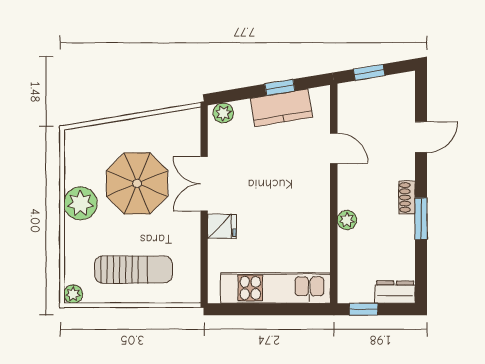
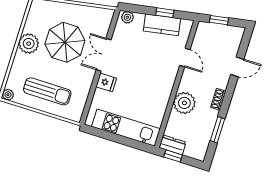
window: (421, 219) -> (218, 130), moved
plant: (347, 220) -> (184, 103), width x1.87, depth x1.87
dresser: (395, 292) -> (172, 145), moved

